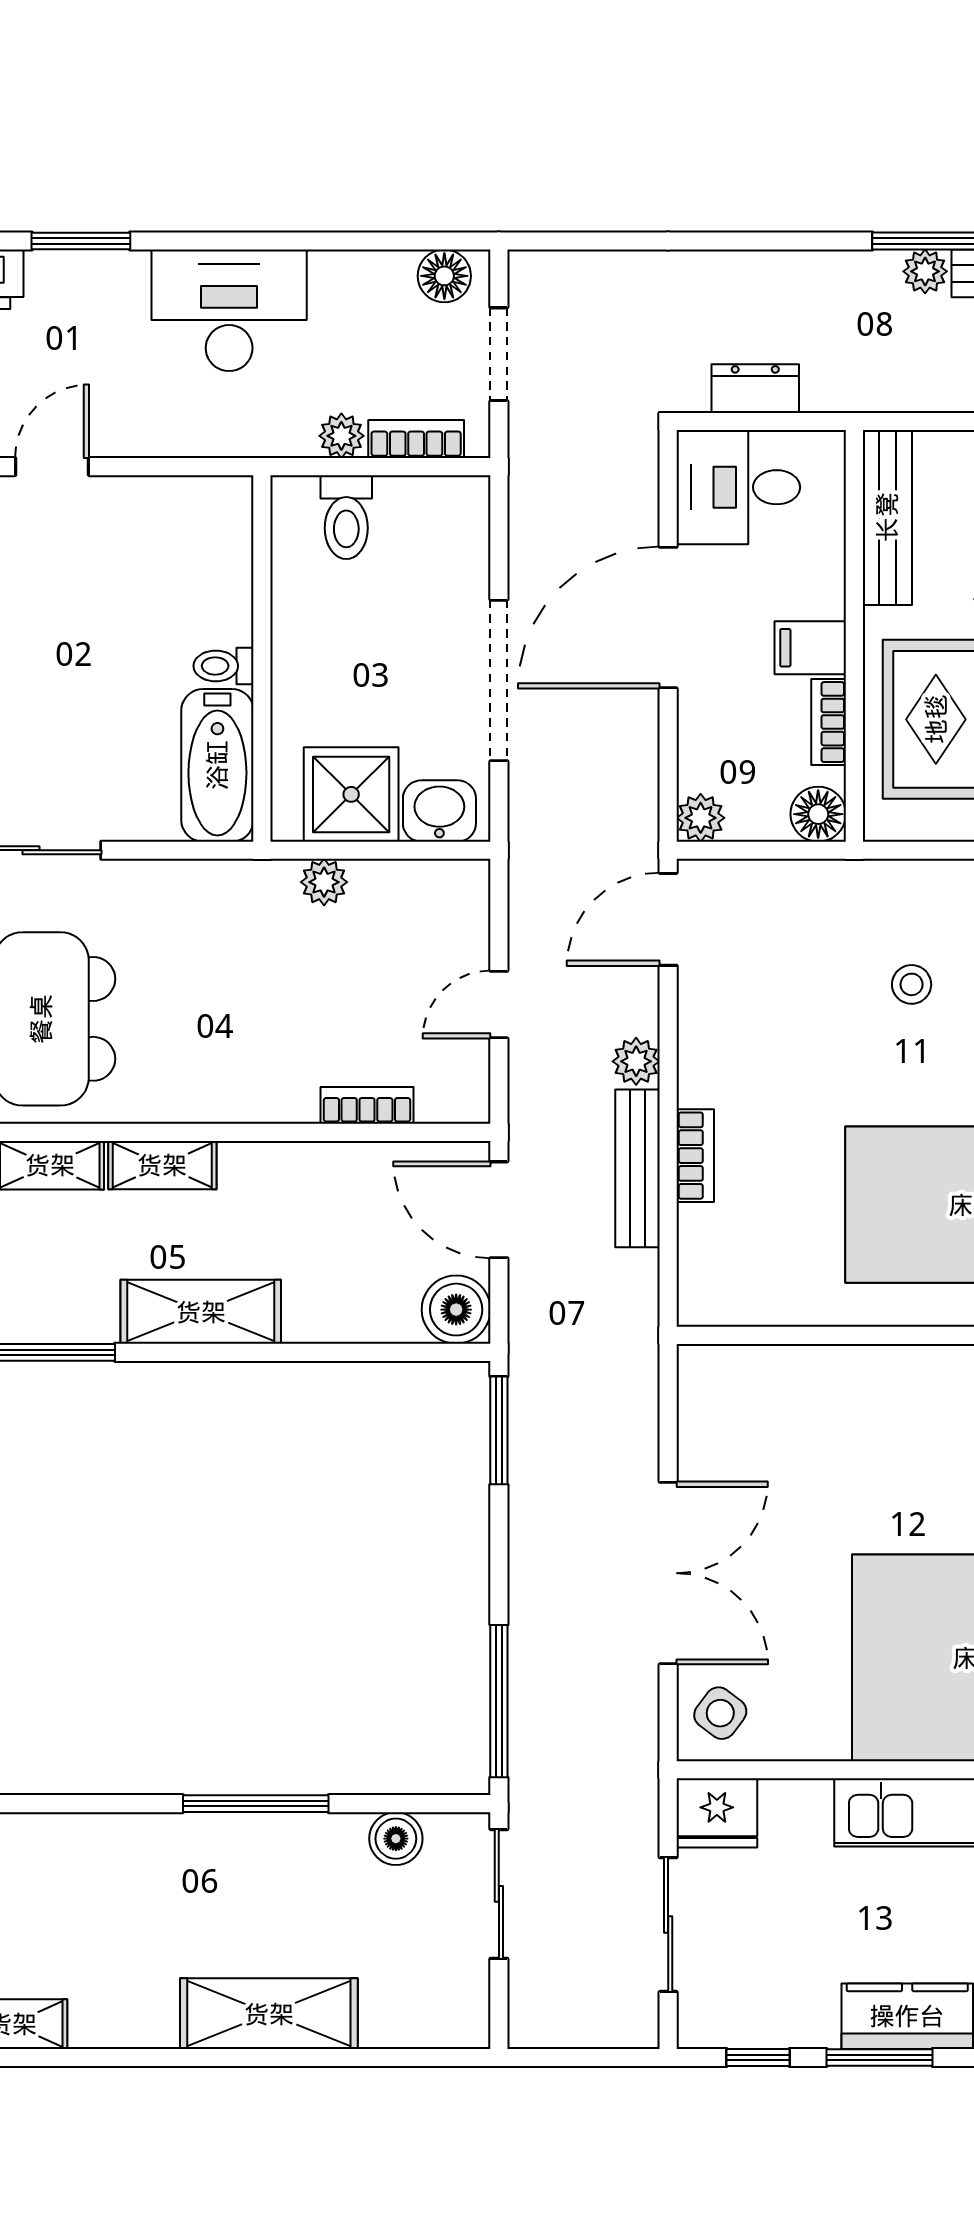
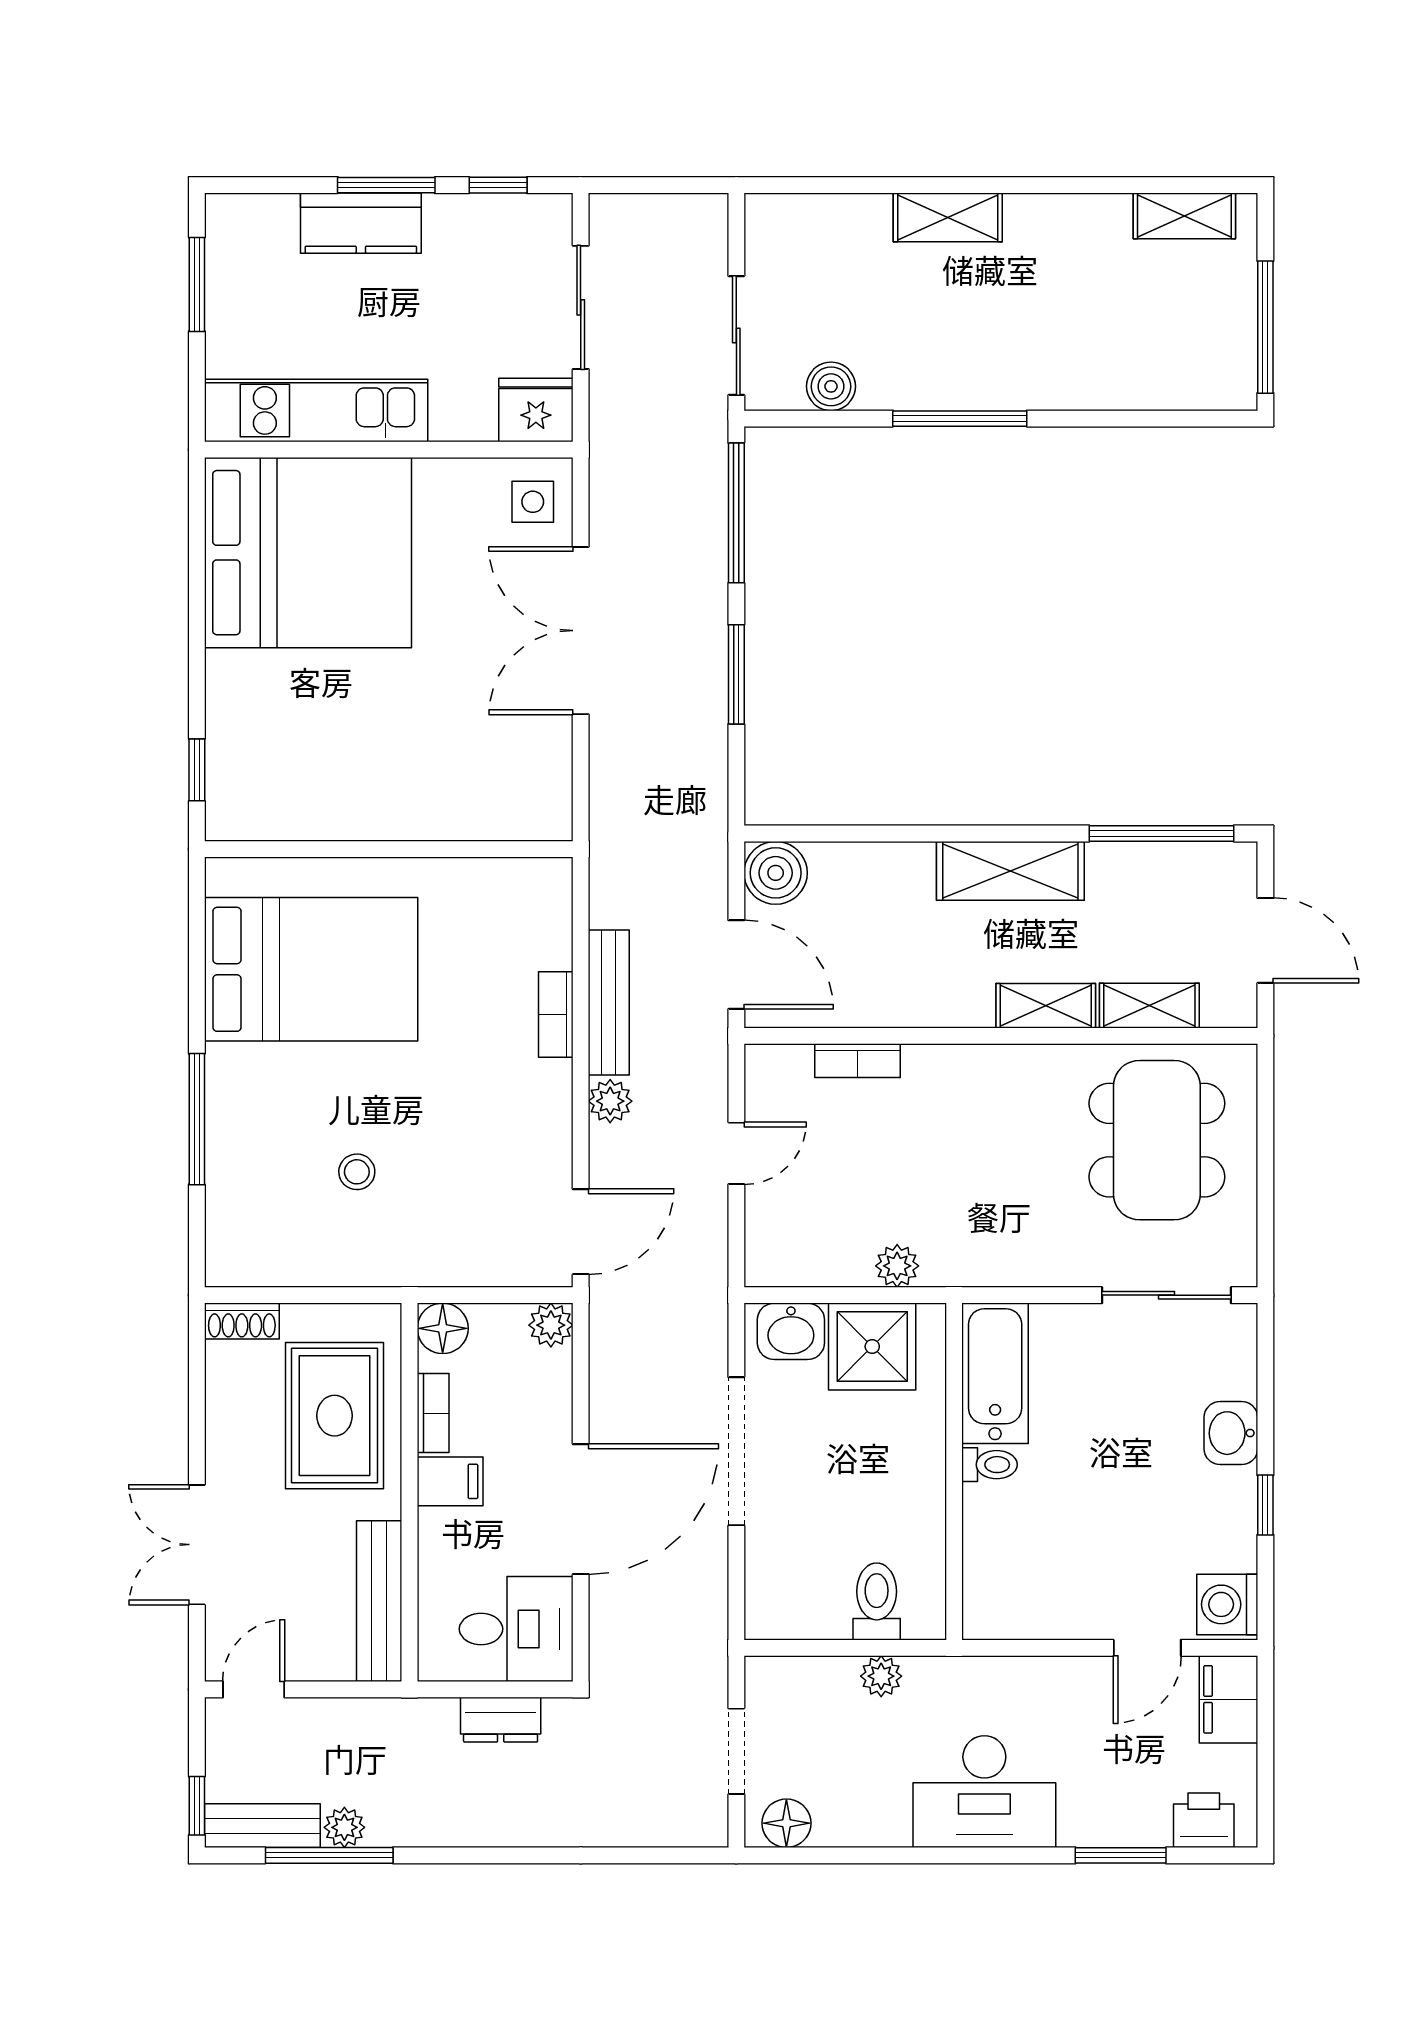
bookcase: (416, 439) -> (812, 1673), removed
window: (499, 1430) -> (736, 674), moved
side table: (720, 1713) -> (533, 502), turned -37
shelving: (269, 2014) -> (948, 217), width x0.67, depth x0.75

